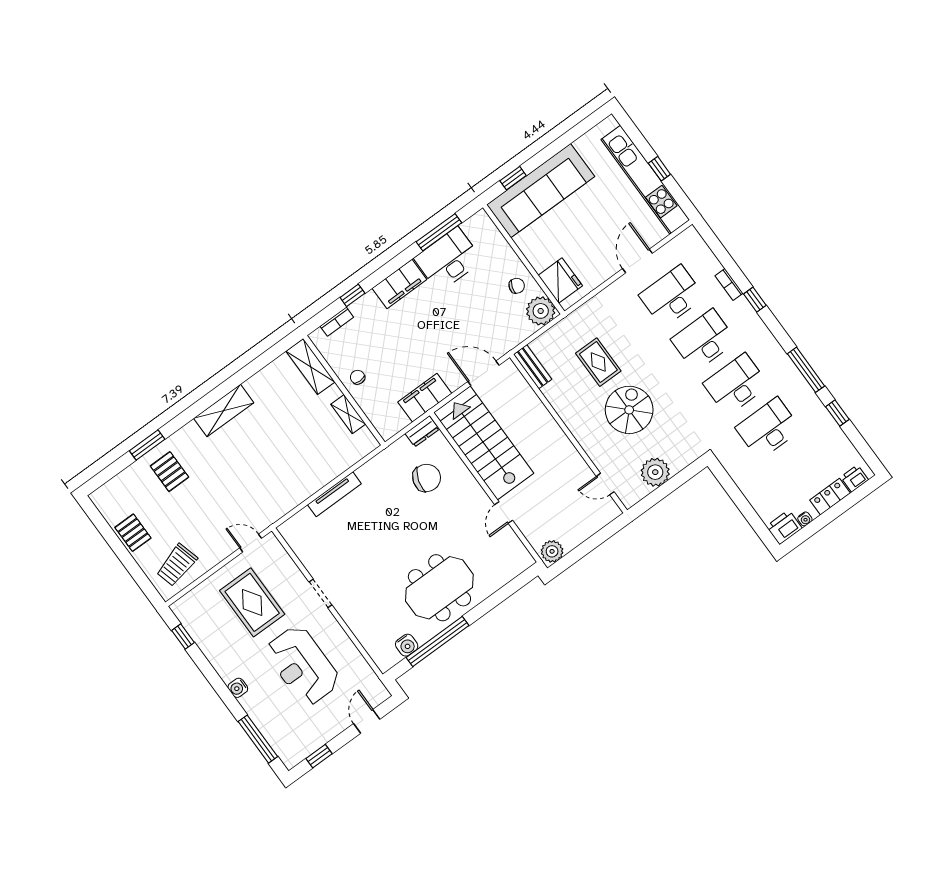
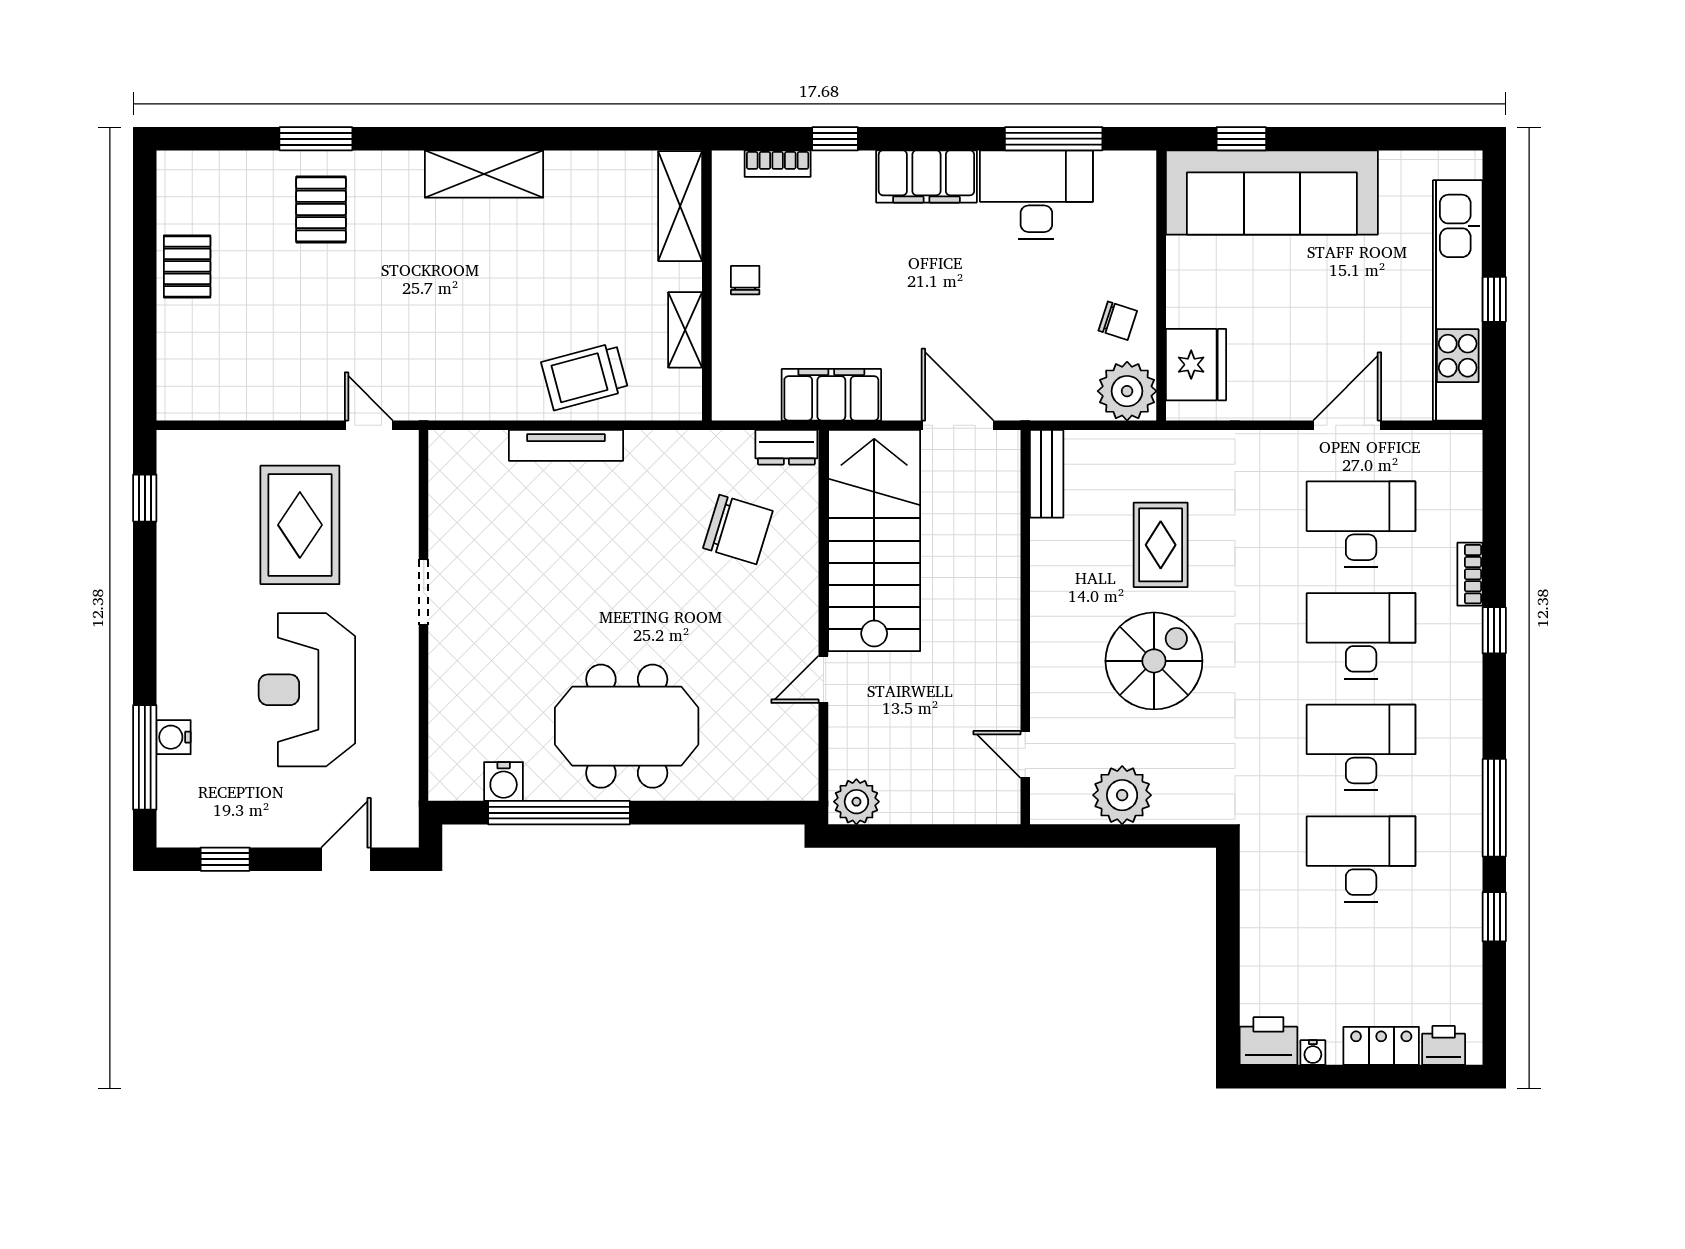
trolley: (177, 565) -> (585, 376), moved
water cooler: (238, 688) -> (174, 737), moved

